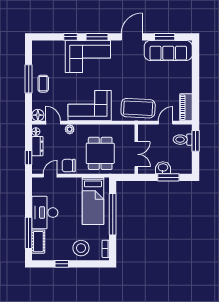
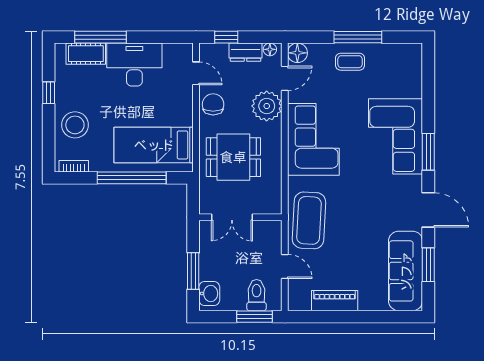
window: (70, 37) -> (428, 107), removed
piano: (186, 107) -> (335, 301), moved
plant: (70, 129) -> (267, 106), width x1.87, depth x1.87
washbasin: (163, 168) -> (209, 294), moved

